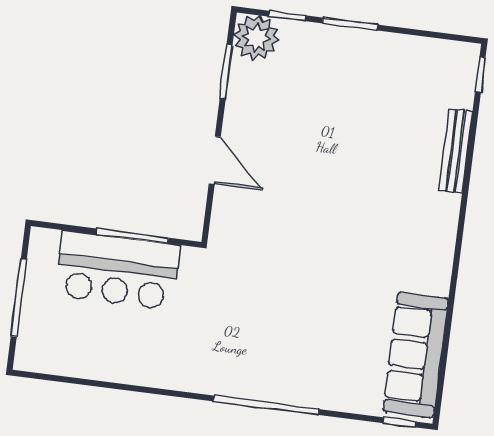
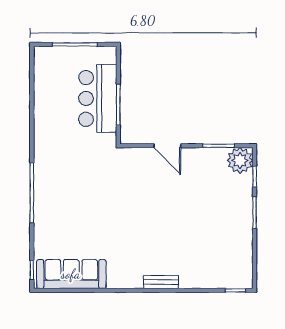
bench: (456, 151) -> (161, 282), moved, width x0.73
door: (215, 160) -> (167, 146), hinge flipped

